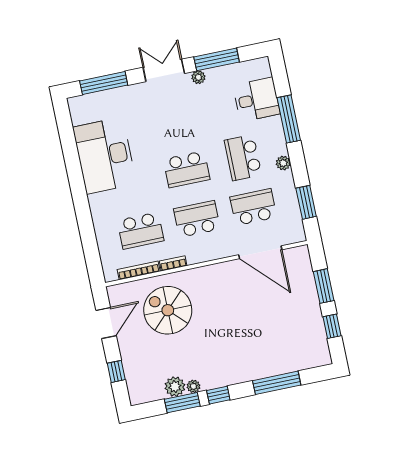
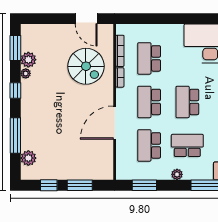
school desk: (253, 207) -> (149, 145), turned 180
school desk: (197, 219) -> (149, 102), turned 180
door: (260, 252) -> (115, 123), moved
spiral stairs: (168, 310) -> (86, 66), turned 90
plant: (302, 360) -> (28, 158), added
window: (116, 371) -> (49, 19), removed
window: (182, 403) -> (15, 48), moved

